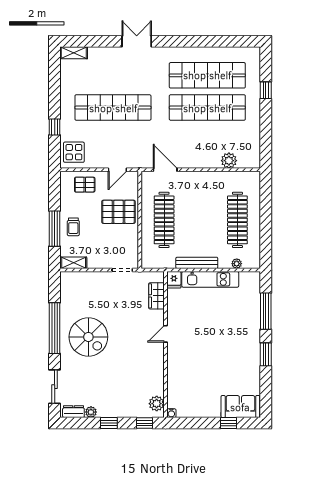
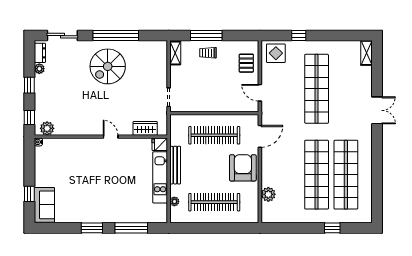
armchair: (200, 188) -> (243, 168), added
pallet: (118, 212) -> (222, 94), removed

